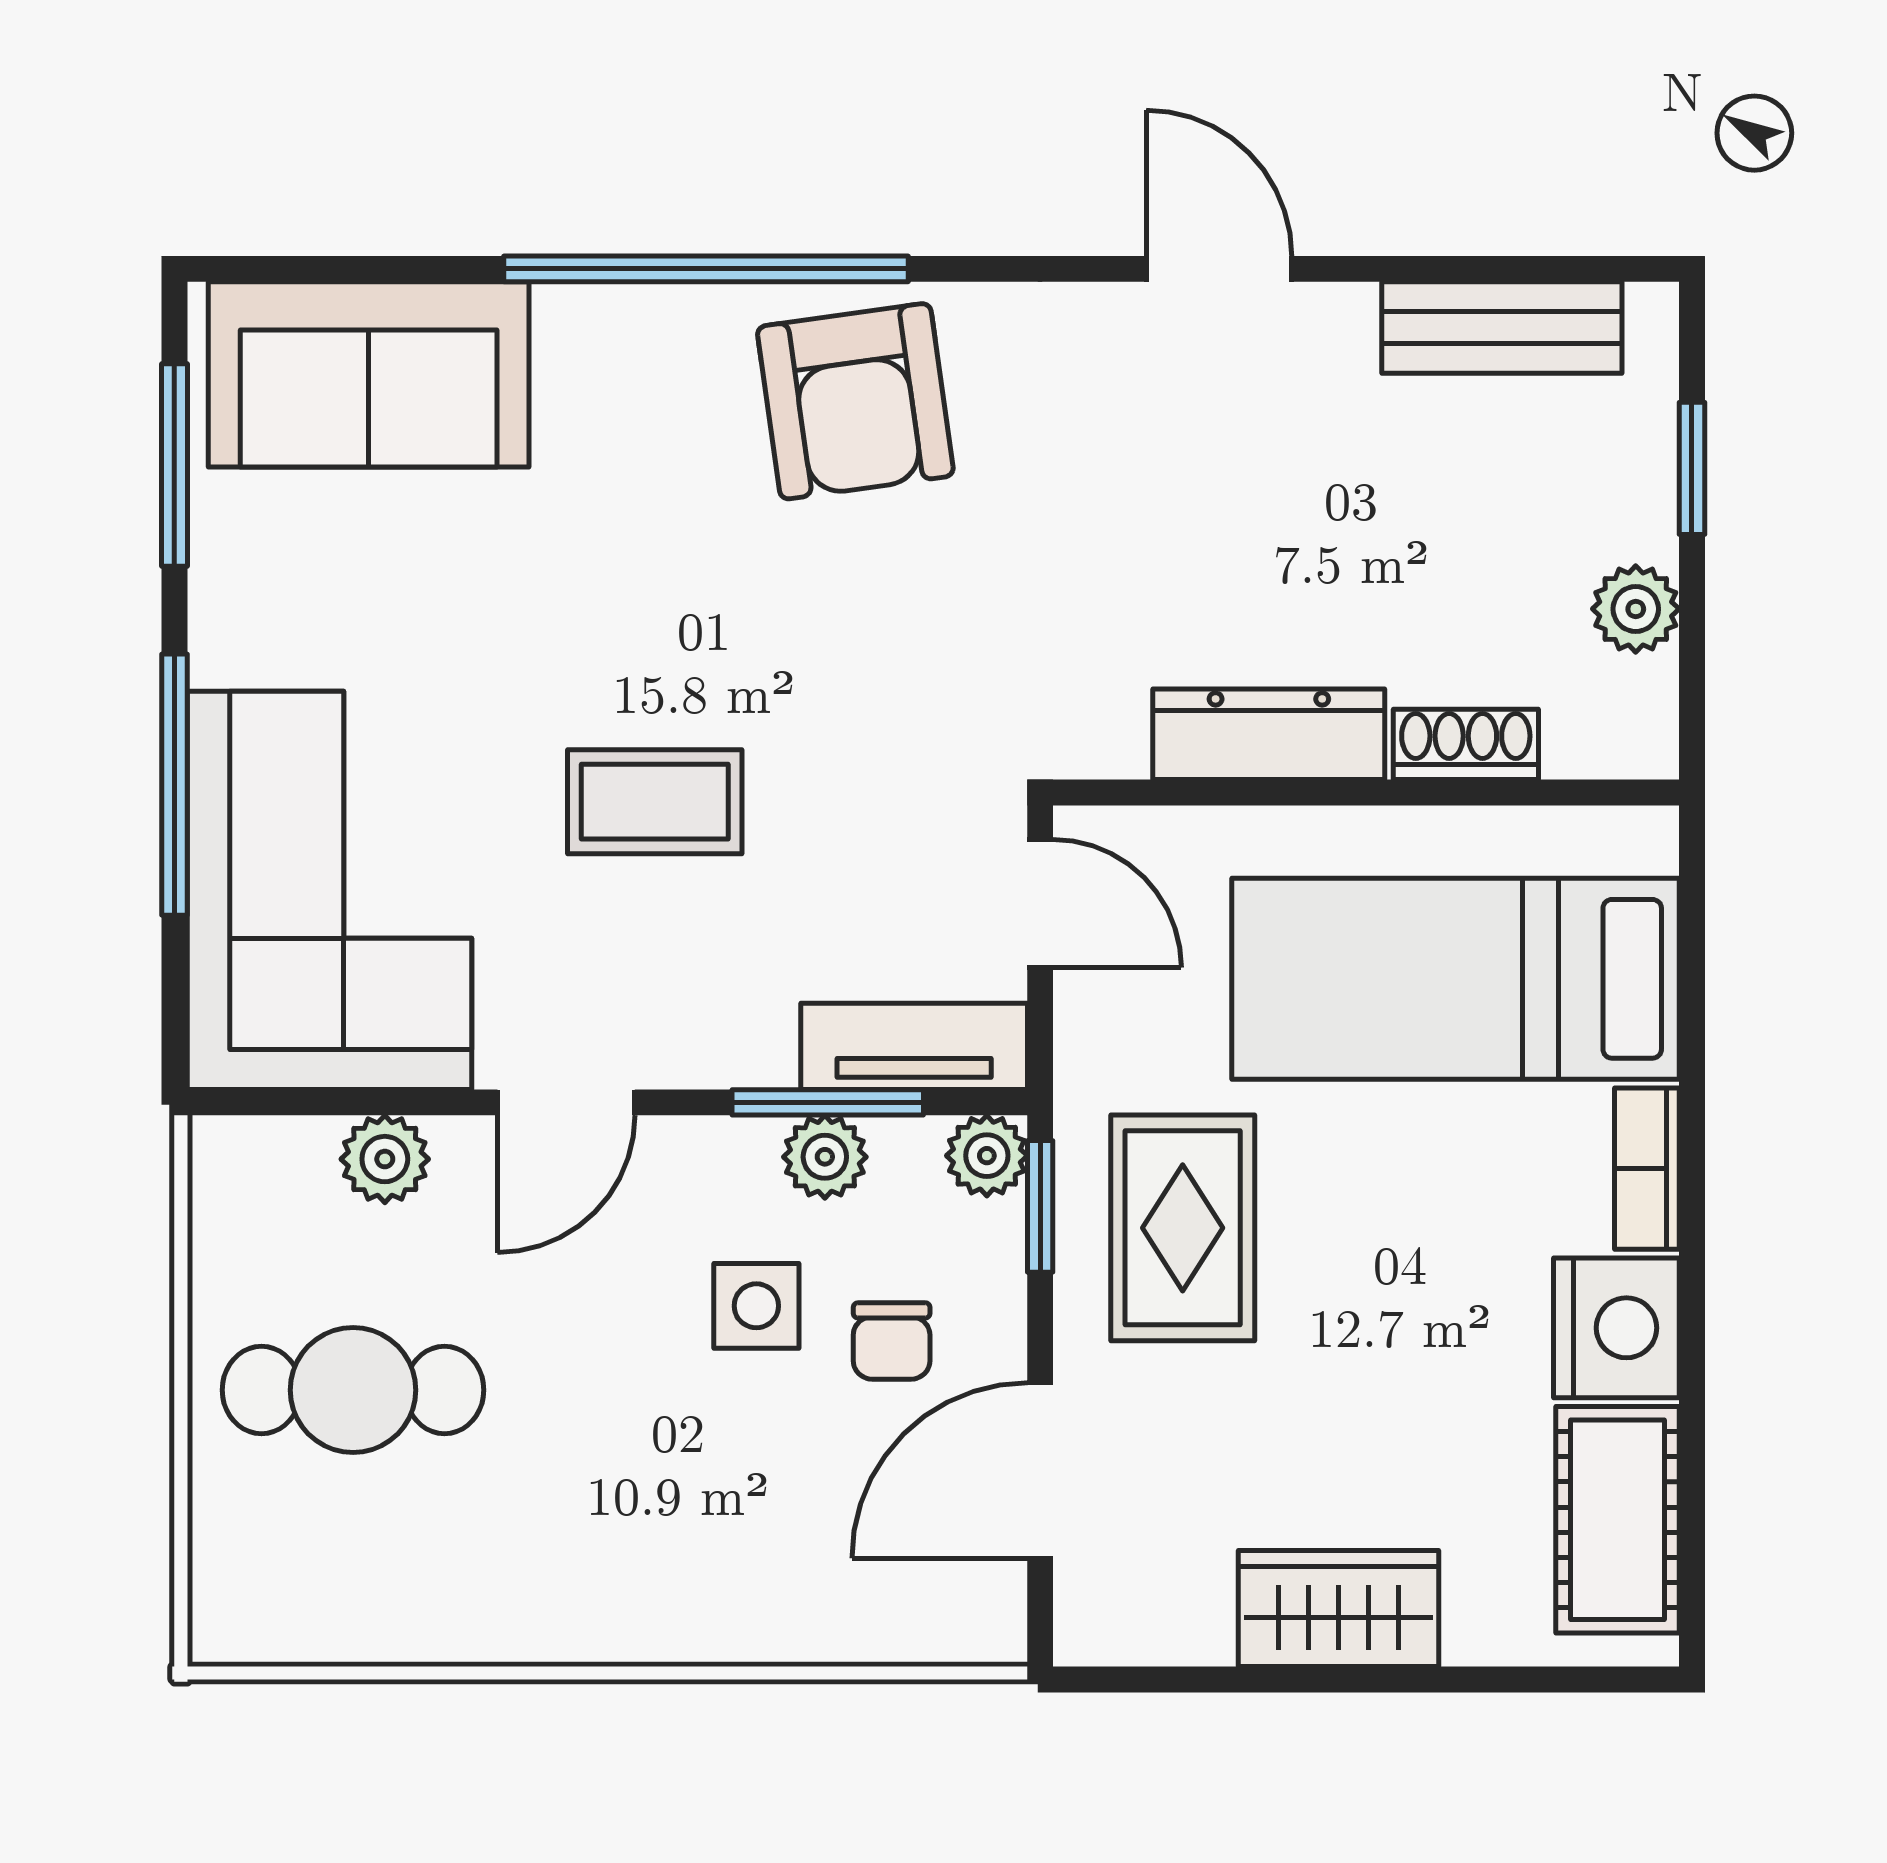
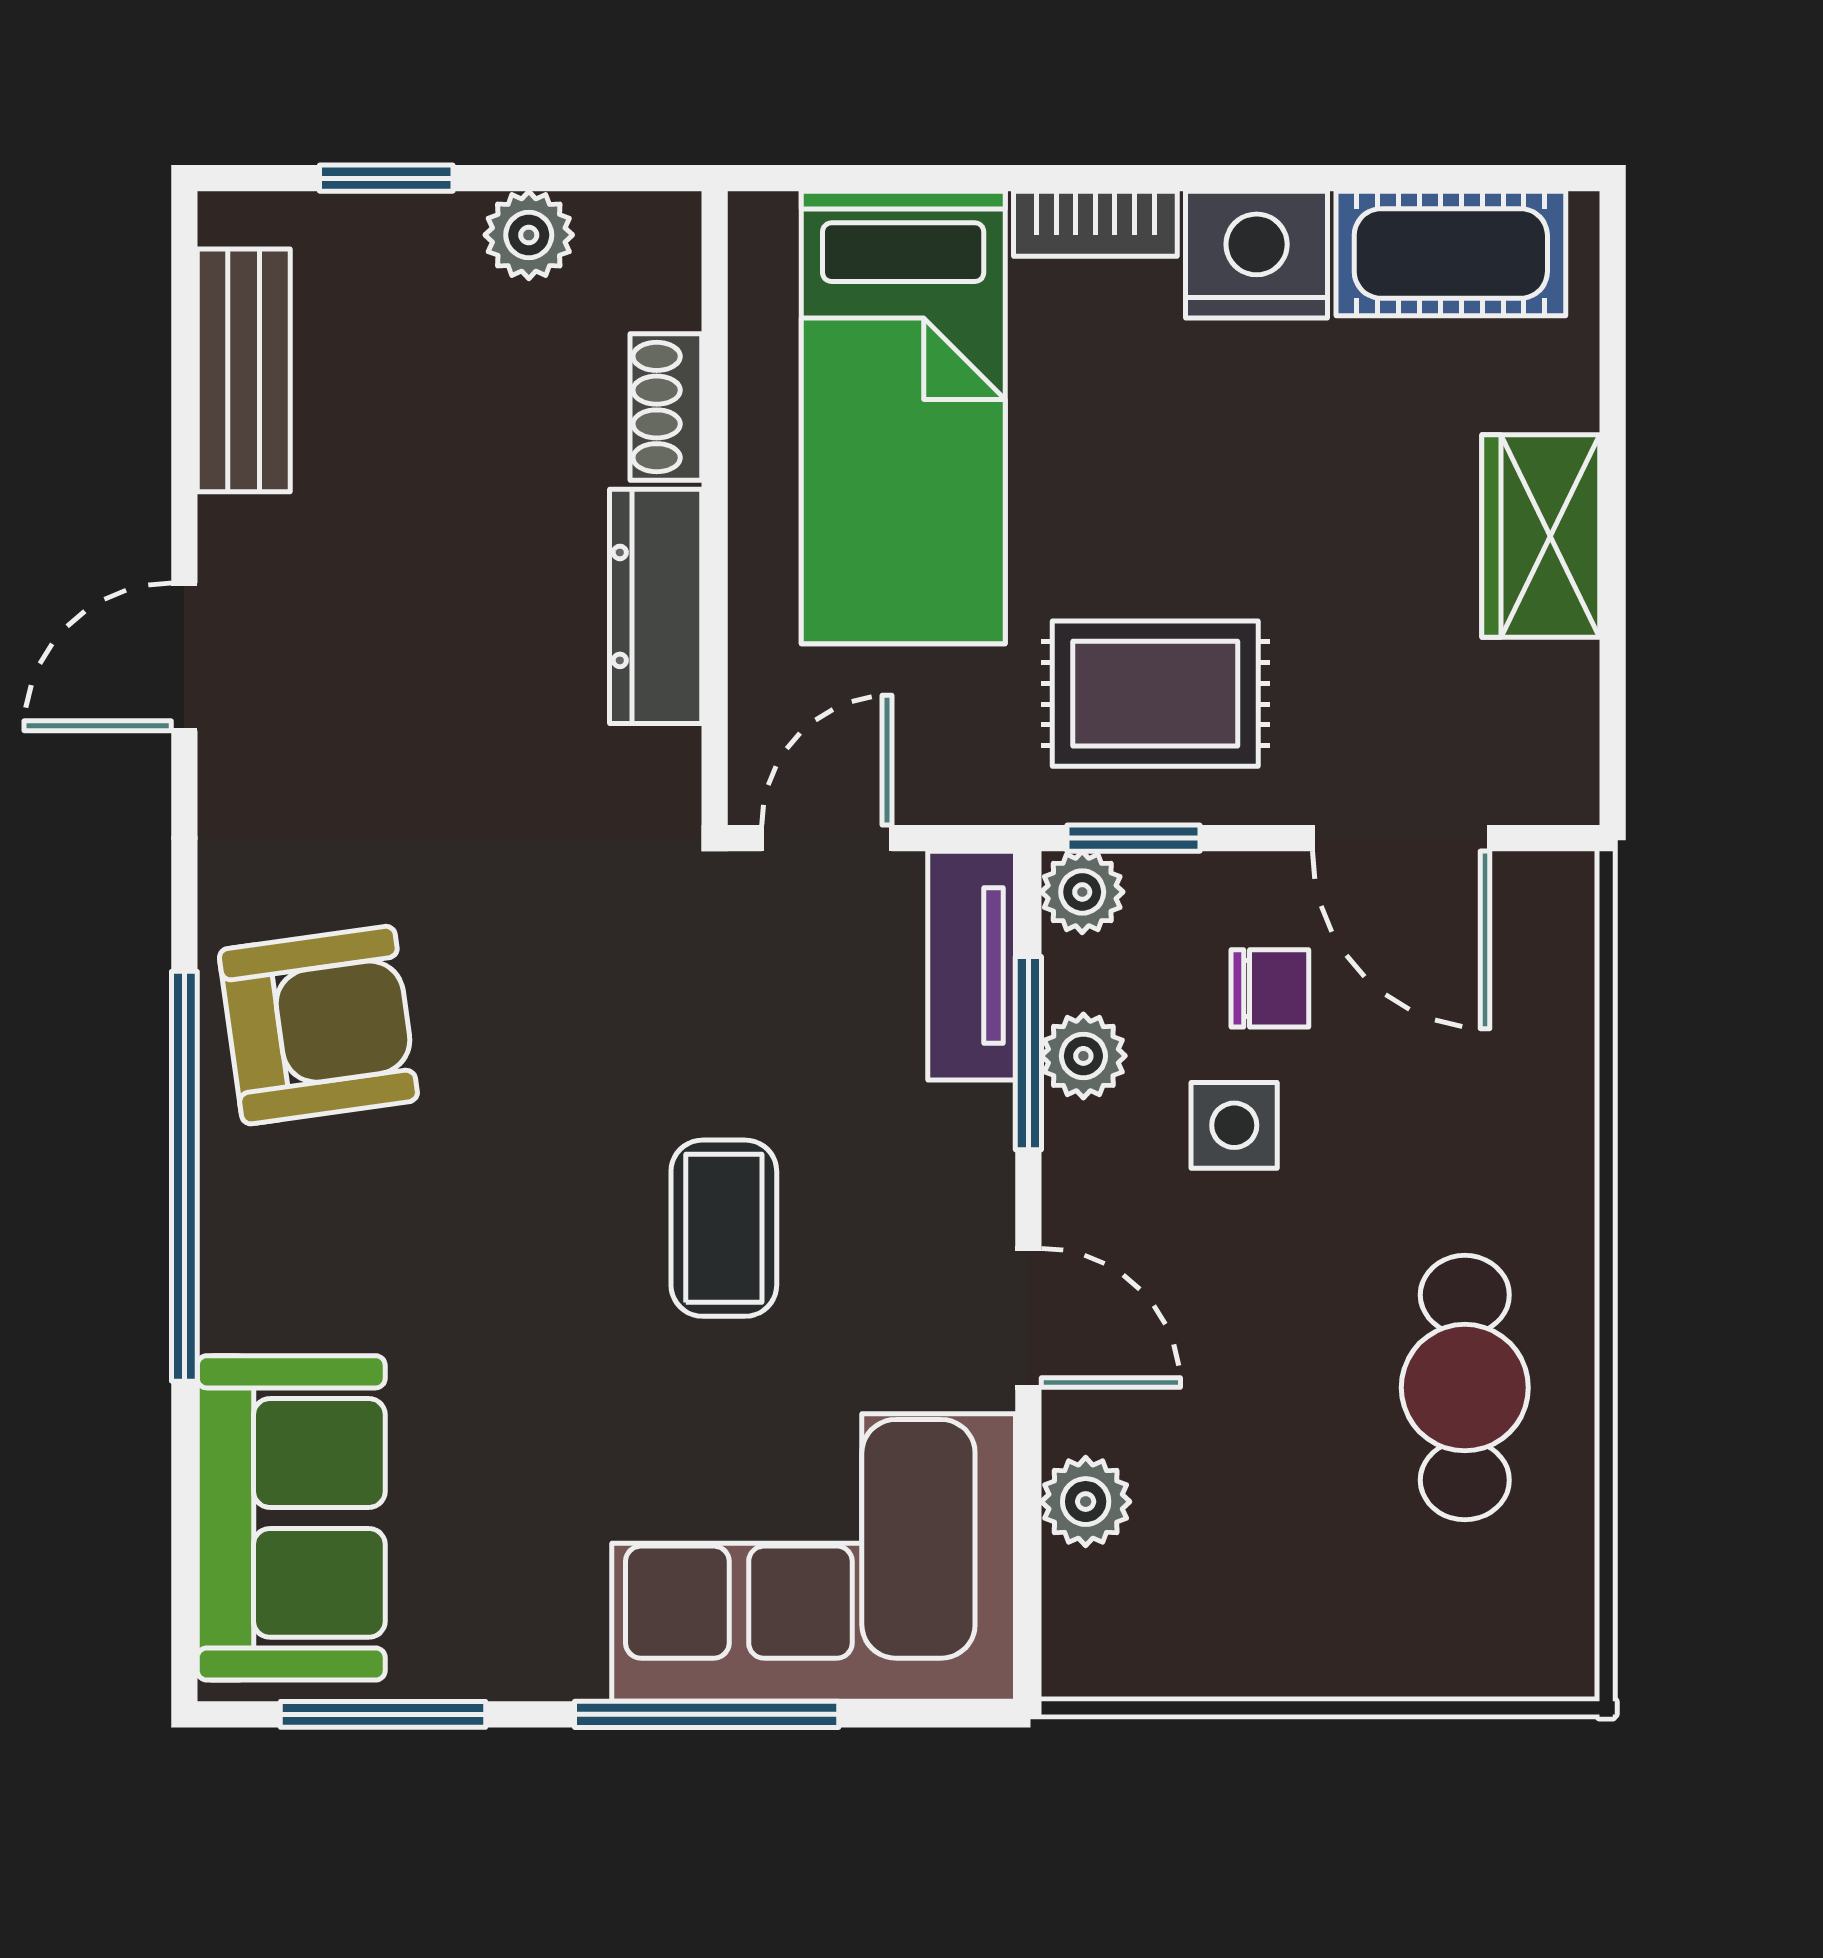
cafe table: (353, 1390) -> (1465, 1388), moved

